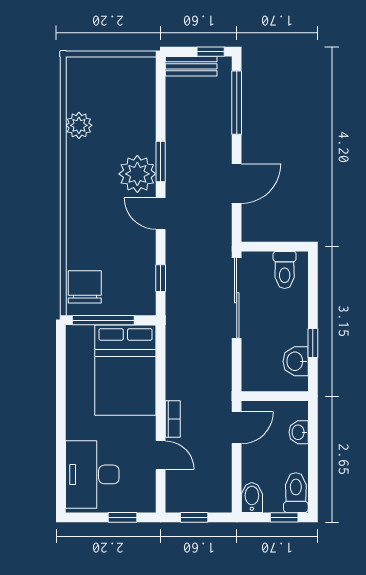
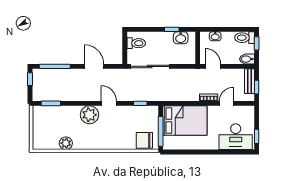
bench: (191, 66) -> (249, 81), moved
window: (161, 162) -> (51, 103), moved
door: (161, 214) -> (109, 103), swing flipped
window: (122, 517) -> (257, 136), moved

